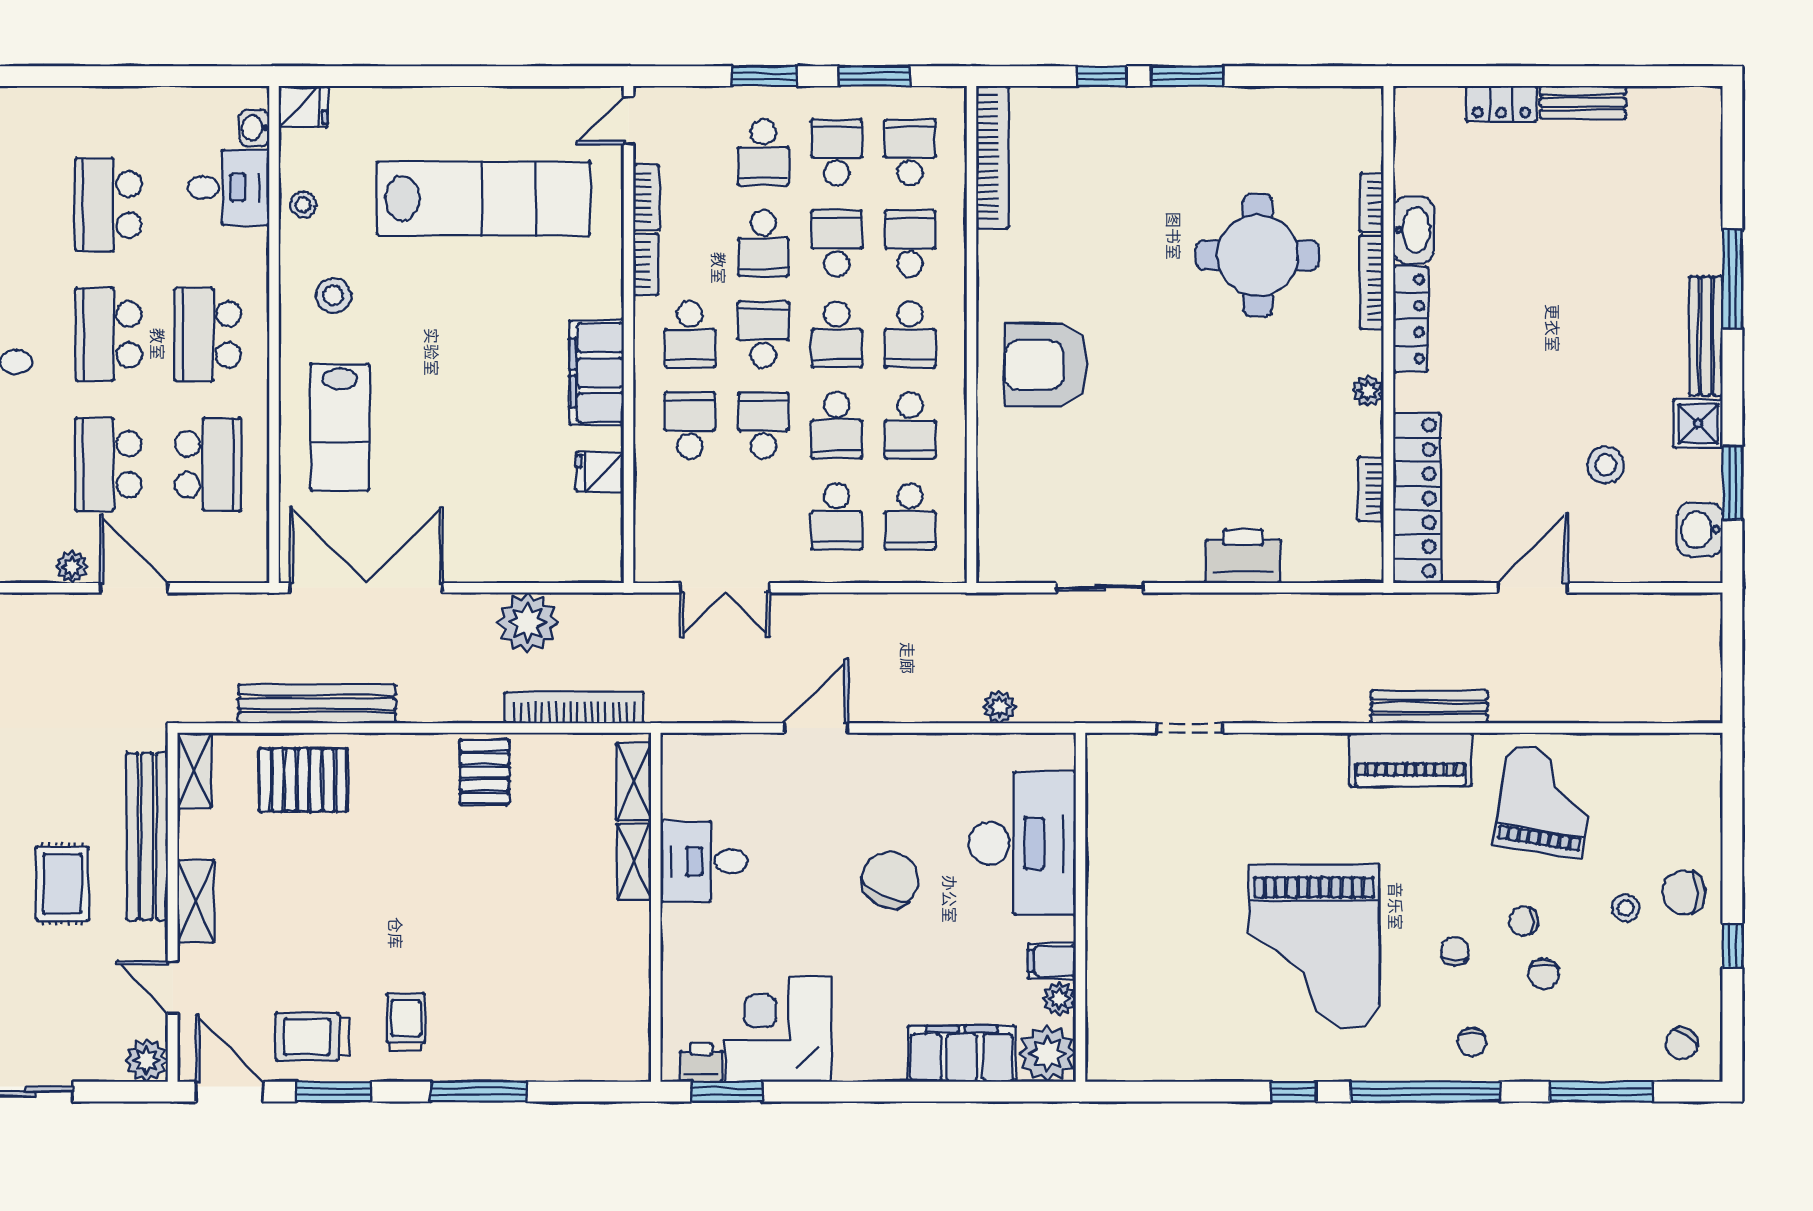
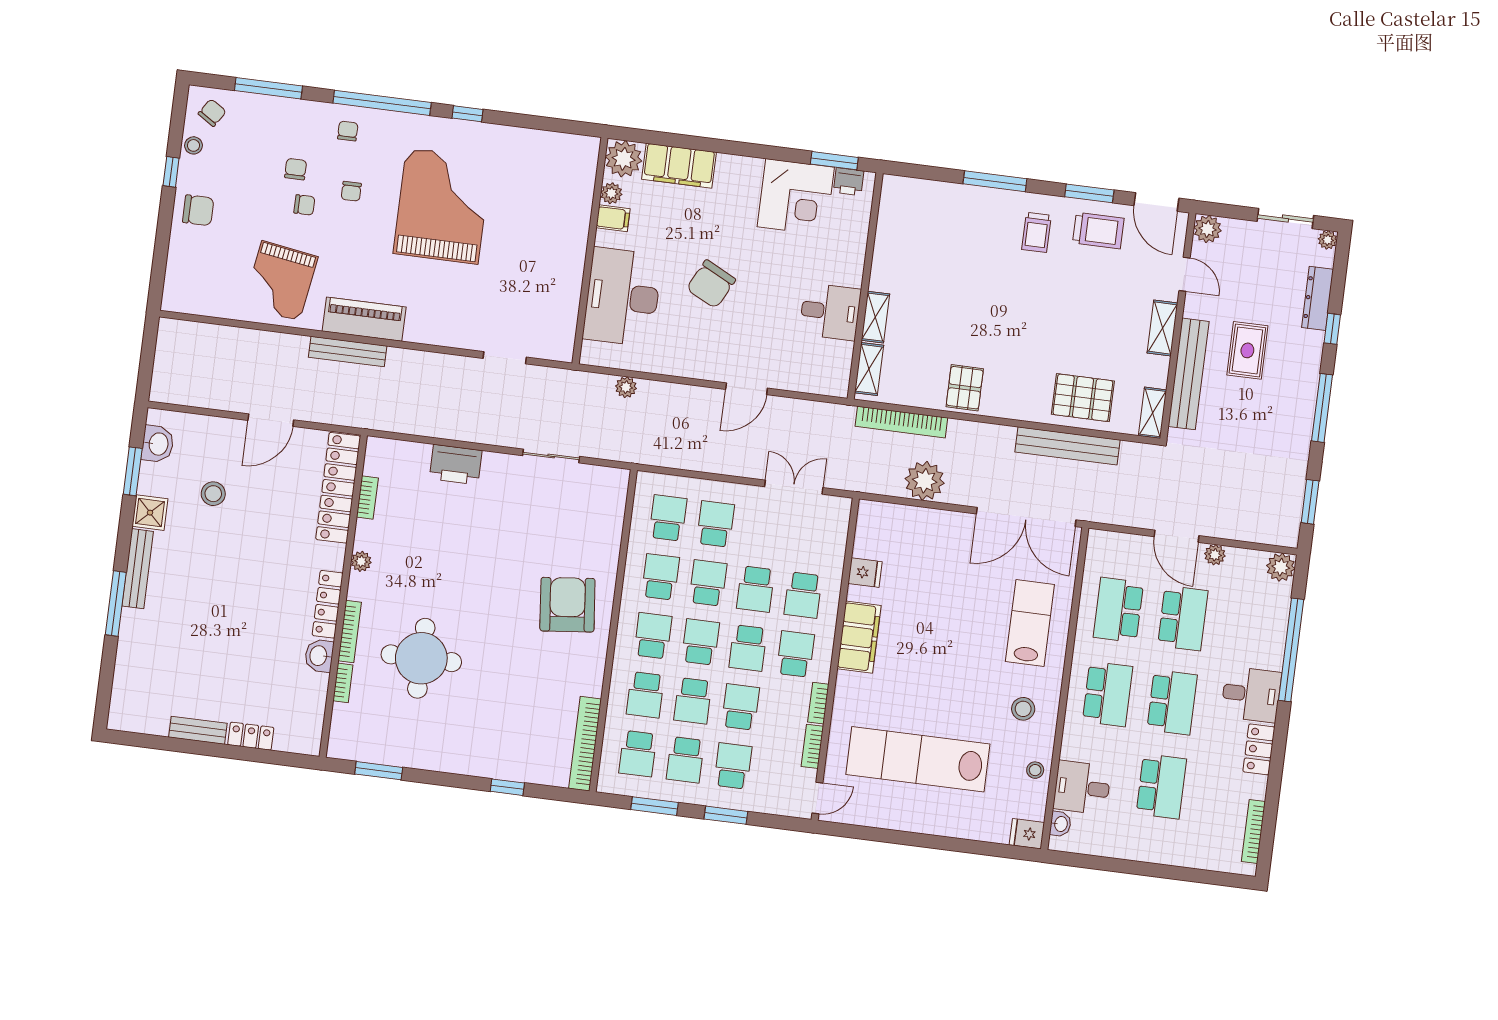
window: (1187, 76) -> (379, 771), moved
washbasin: (1413, 230) -> (319, 656), width x0.72
armchair: (1046, 365) -> (567, 605), turned -96
stool: (1626, 908) -> (194, 145), moved

